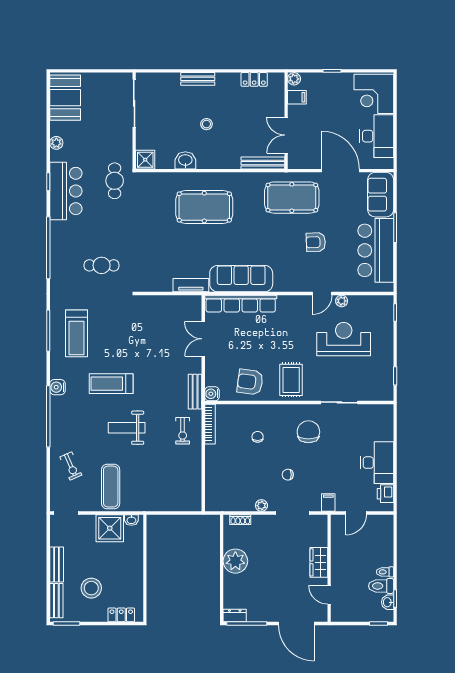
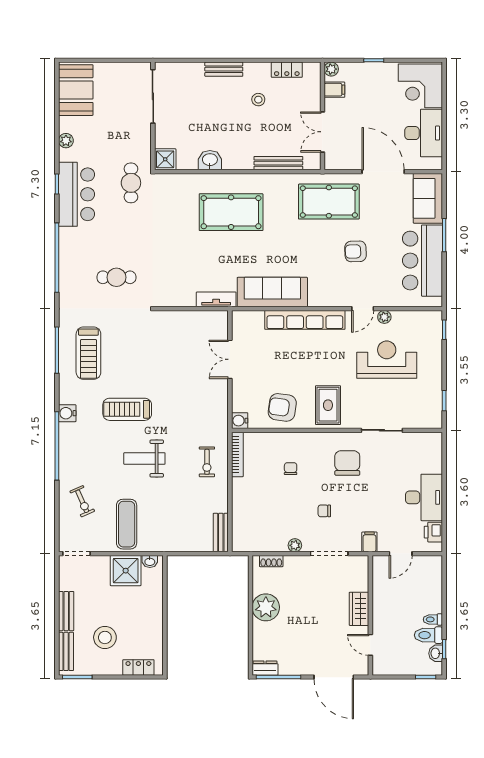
stool: (206, 124) -> (258, 100), moved
bench: (263, 163) -> (278, 163), moved
row of seats: (241, 304) -> (305, 320), moved
bench: (195, 392) -> (221, 533), moved

